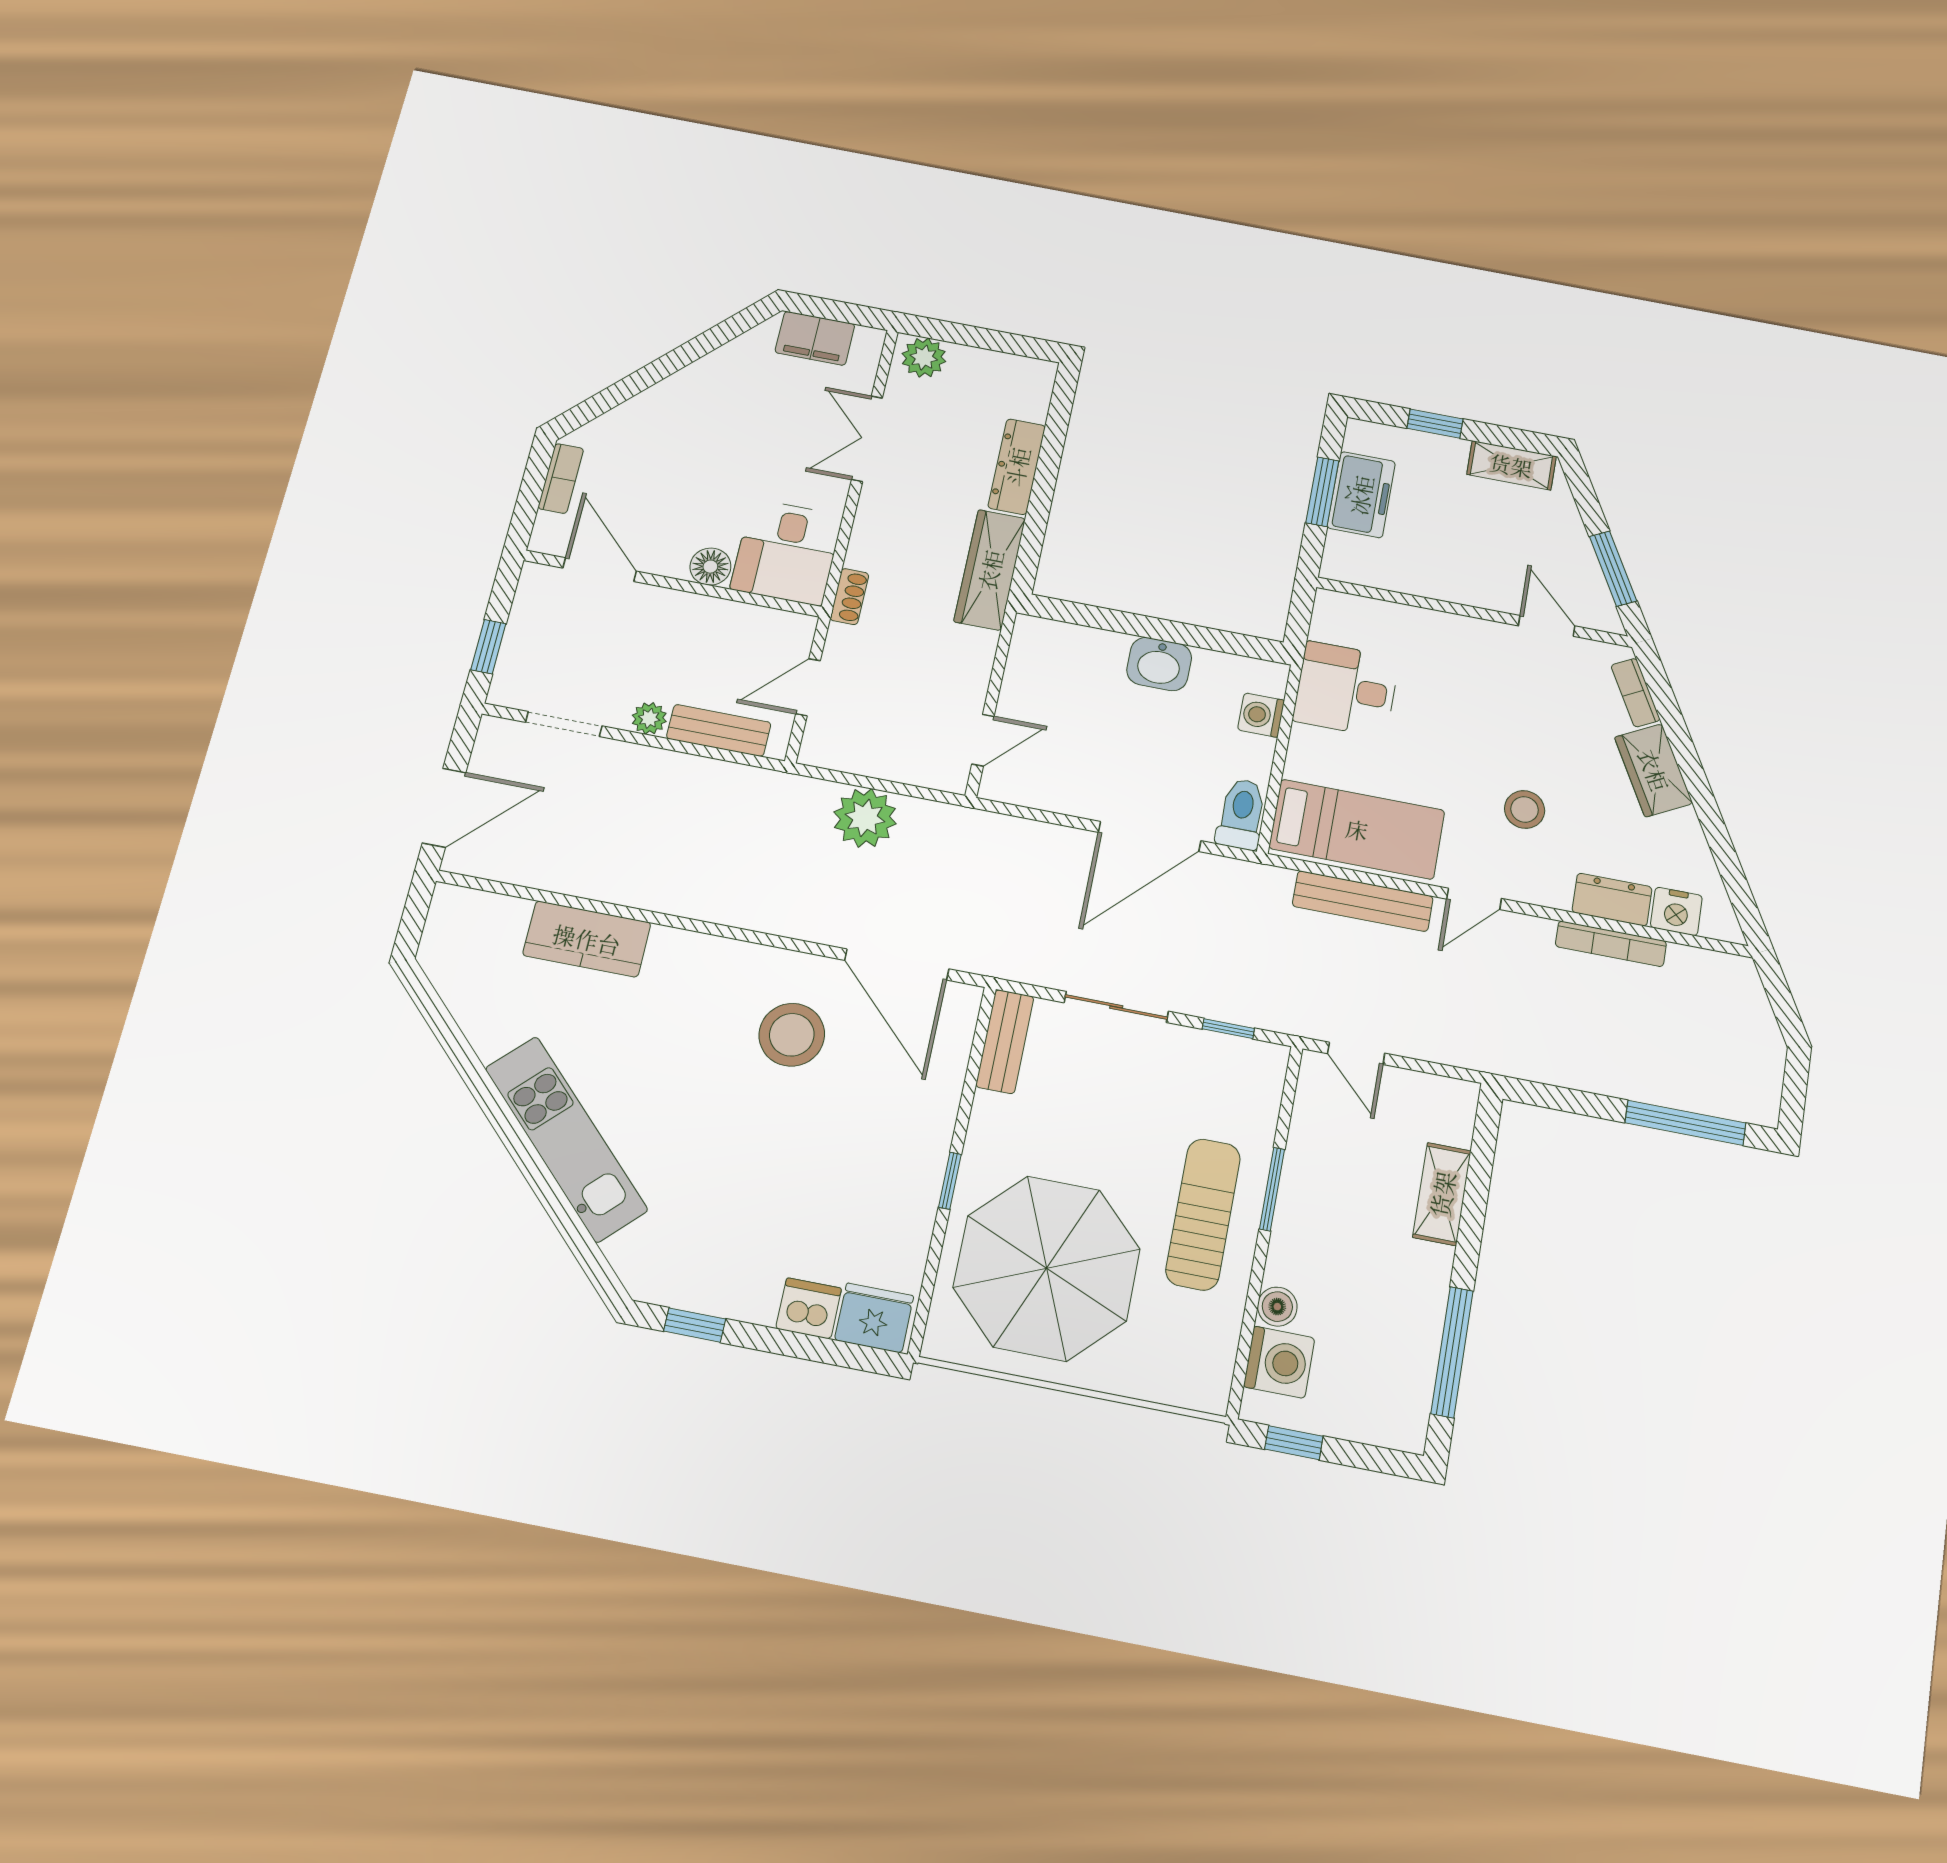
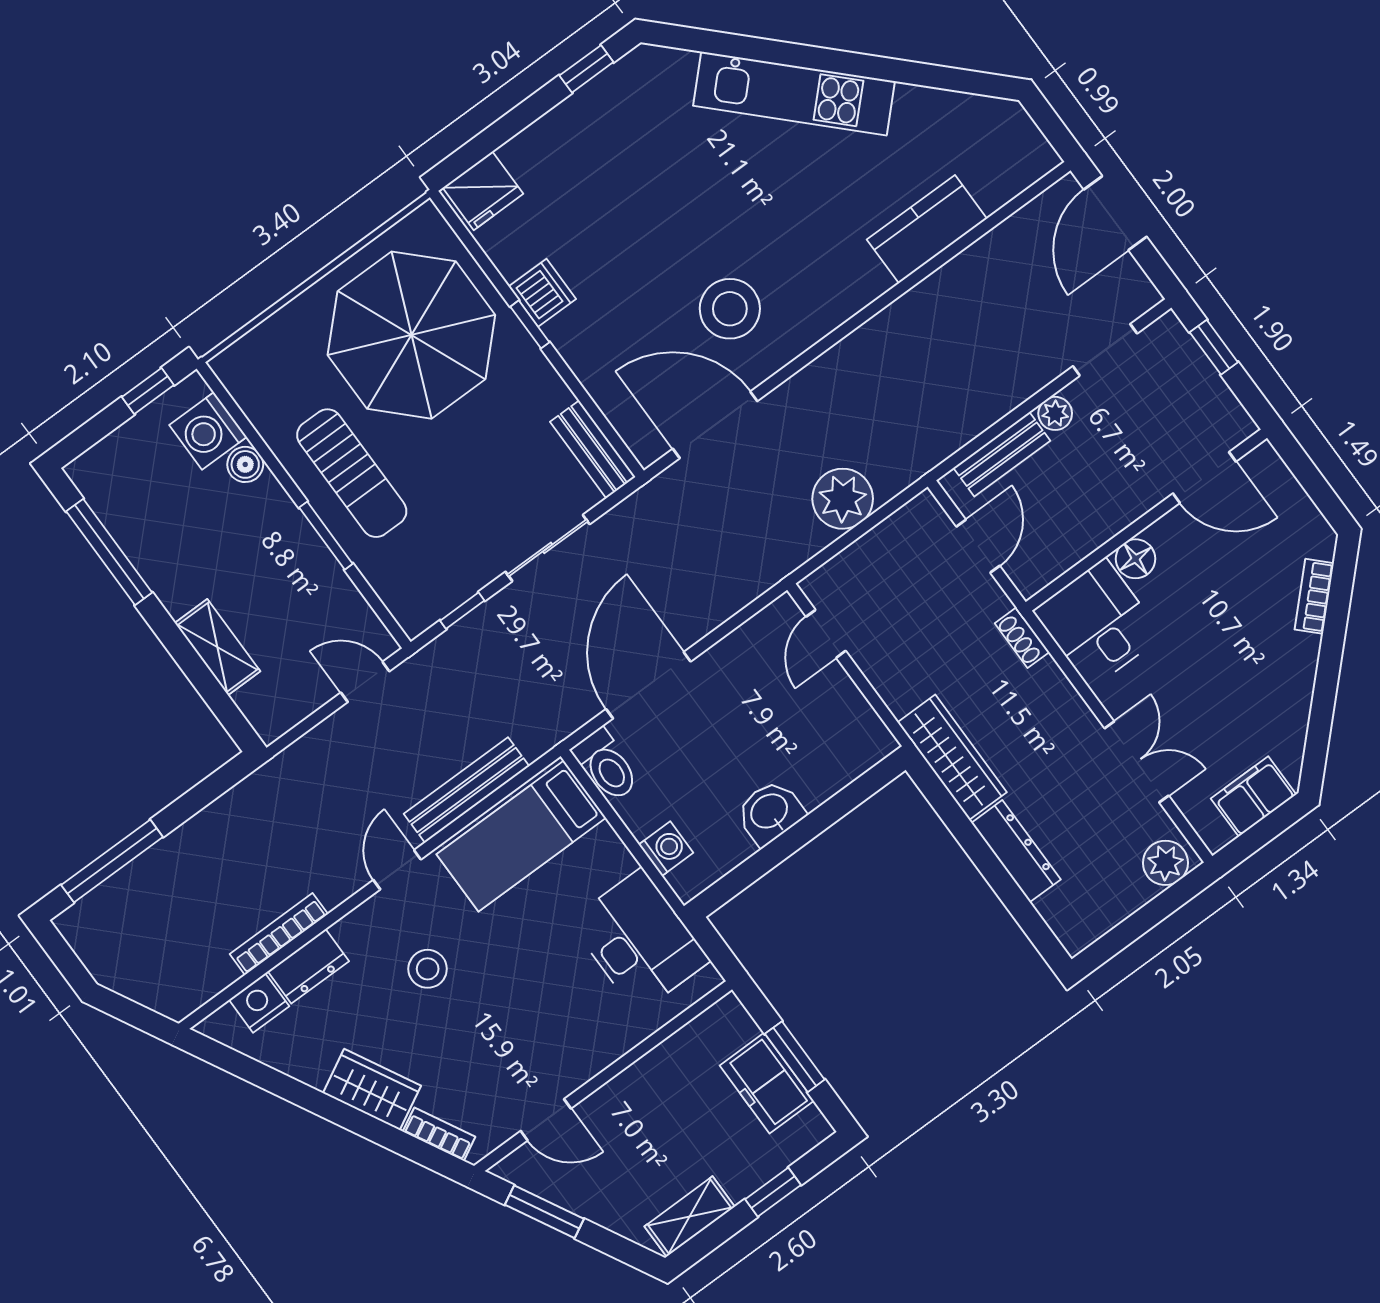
bookcase: (561, 478) -> (1314, 596), moved, turned 45
desk: (1346, 689) -> (639, 941), width x1.37
dishwasher: (809, 1308) -> (542, 293), moved, turned -90

